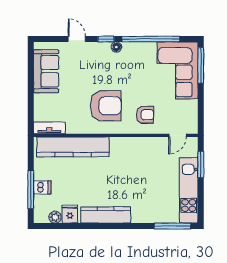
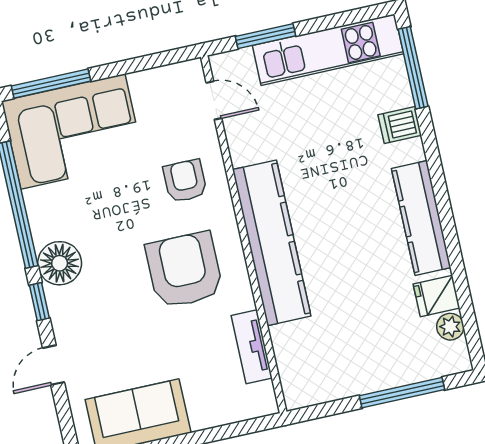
floor lamp: (116, 47) -> (60, 263), width x1.89, depth x1.89
tv unit: (49, 128) -> (252, 347), moved
kitchen counter: (73, 147) -> (272, 243), moved
dishwasher: (42, 187) -> (400, 125), moved, turned -90

